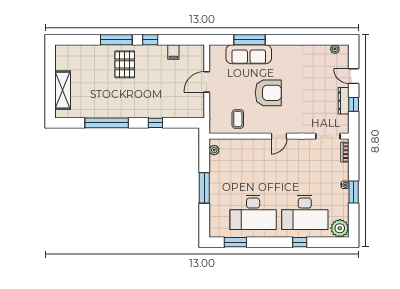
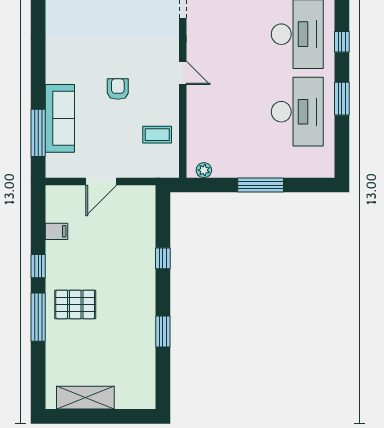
window: (249, 40) -> (38, 133), moved
door: (207, 82) -> (101, 181), hinge flipped
shelving: (63, 90) -> (85, 398), moved
armchair: (268, 93) -> (118, 89), width x0.53, depth x0.53
window: (107, 123) -> (163, 332), width x0.47
window: (235, 242) -> (342, 99), moved

